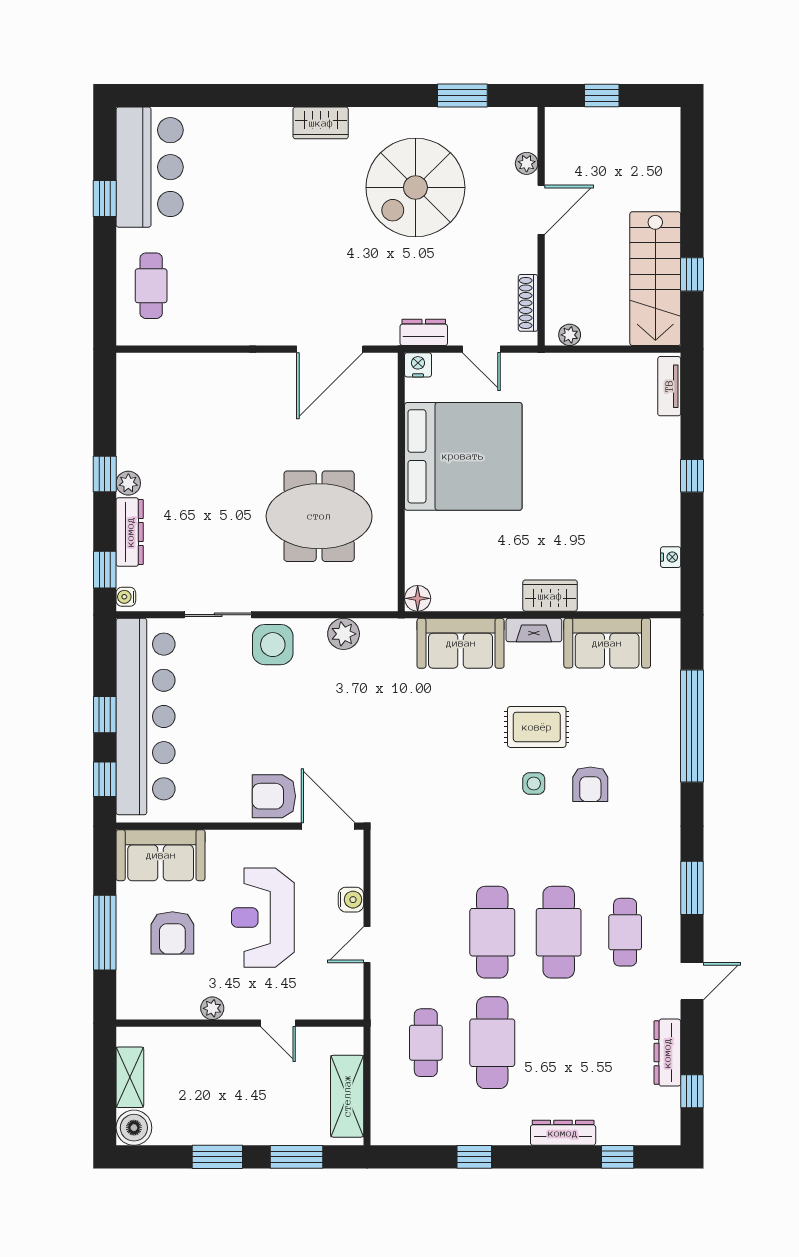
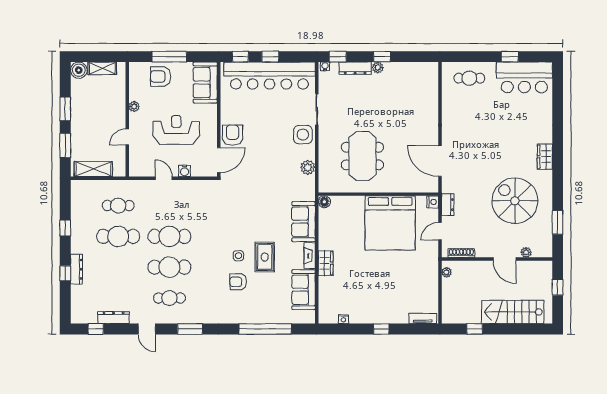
stairs: (655, 279) -> (513, 312), moved
armchair: (172, 933) -> (161, 77), moved
window: (618, 1157) -> (65, 273), moved

